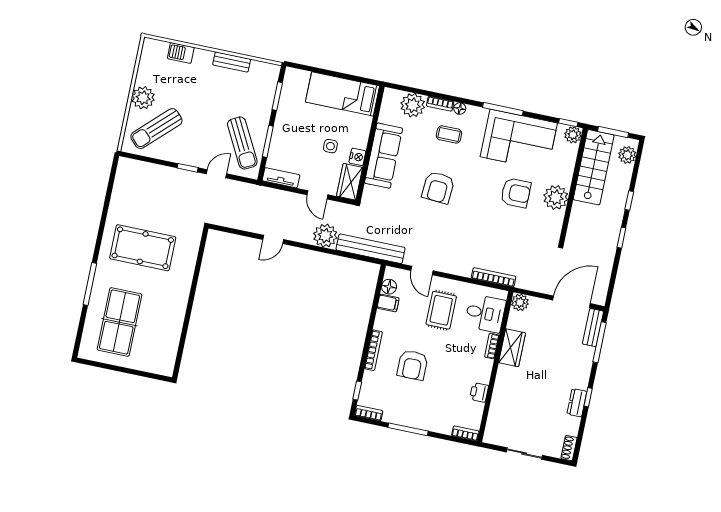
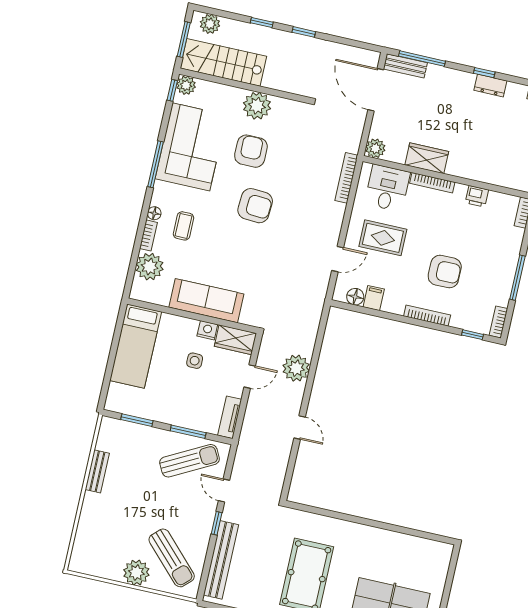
barbecue: (181, 53) -> (86, 529), removed
armchair: (438, 188) -> (255, 206), moved
bench: (371, 249) -> (221, 560), moved
bookcase: (492, 346) -> (432, 183), width x1.56

